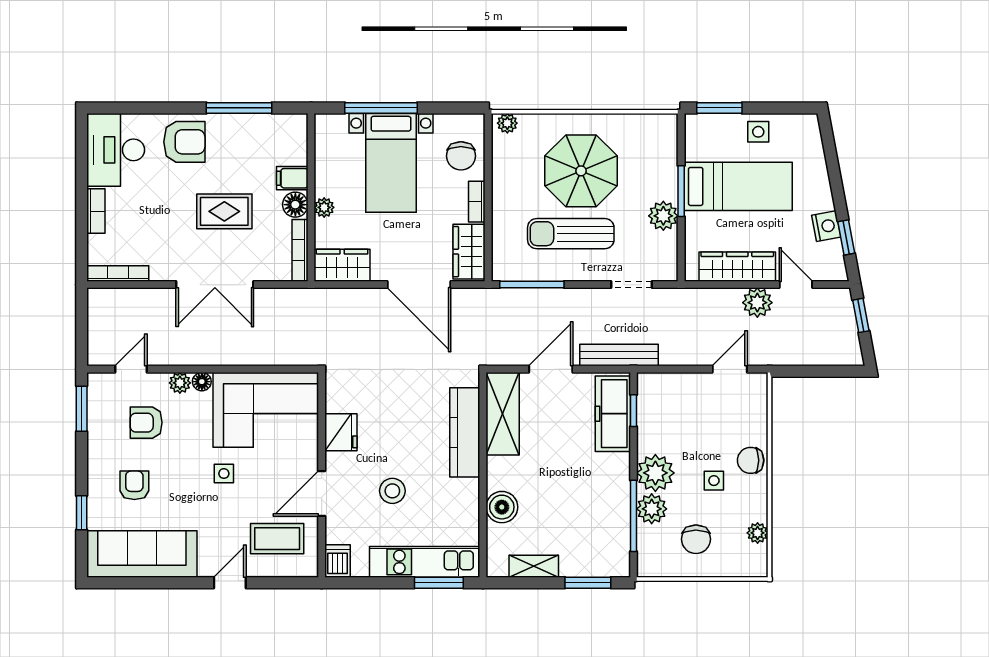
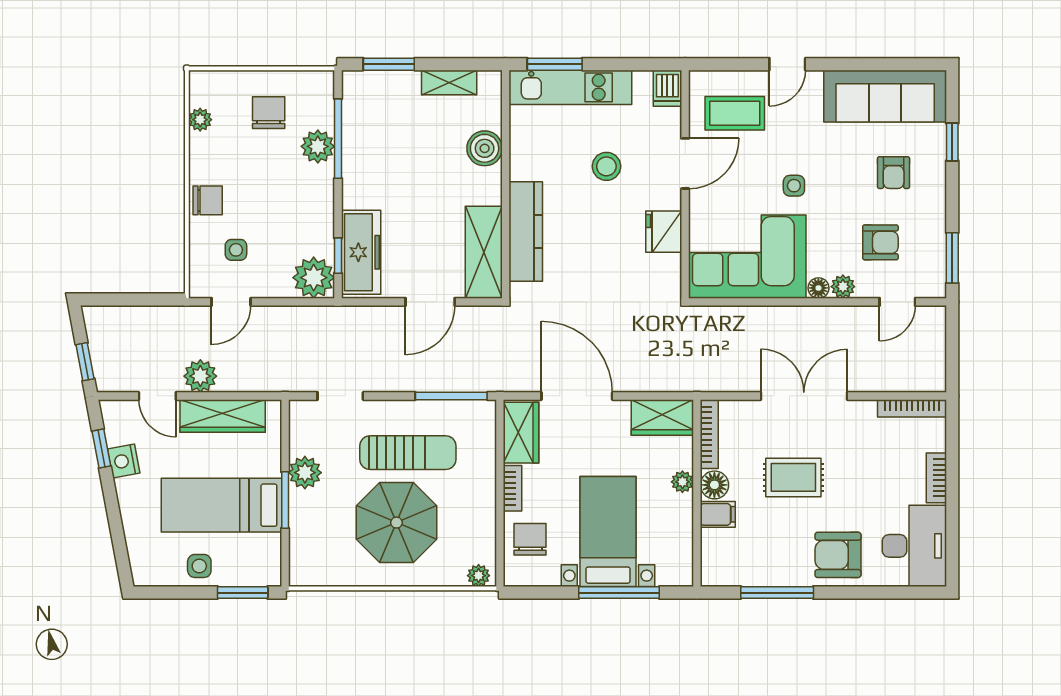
bench: (619, 355) -> (354, 318), removed
plant: (655, 473) -> (314, 278), moved
side table: (714, 481) -> (236, 250), moved

